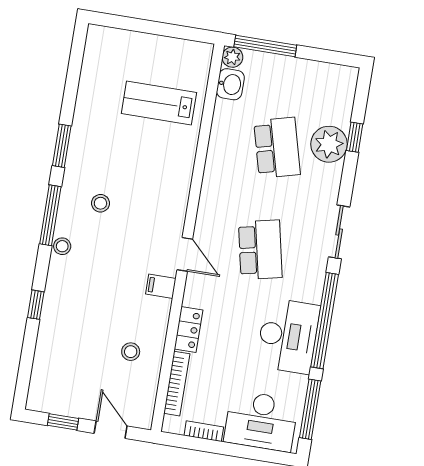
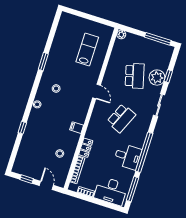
window: (265, 46) -> (158, 39), moved
washbasin: (230, 84) -> (119, 46), removed
lab bench: (159, 103) -> (87, 49), turned 90
window: (50, 215) -> (34, 90), removed
sliding door: (339, 232) -> (159, 105), moved
school desk: (260, 250) -> (121, 118), turned 36
door: (185, 254) -> (96, 92), moved
desk: (288, 336) -> (128, 157), width x0.73

